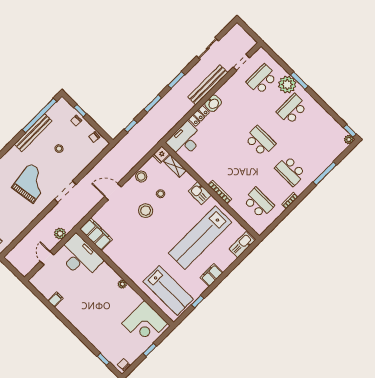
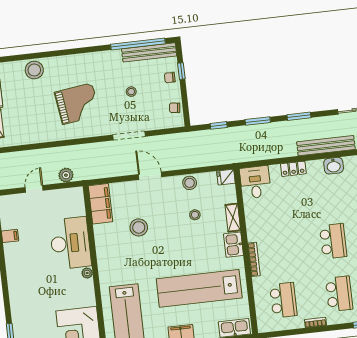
washbasin: (213, 103) -> (334, 166), moved
bench: (33, 133) -> (149, 52), moved
desk: (185, 140) -> (255, 182), width x0.73
shelving: (175, 166) -> (233, 218), moved
school desk: (290, 171) -> (339, 294), turned 180
doorway: (65, 192) -> (129, 136), moved
stool: (146, 211) -> (139, 227), moved
desk: (80, 257) -> (70, 243), moved

